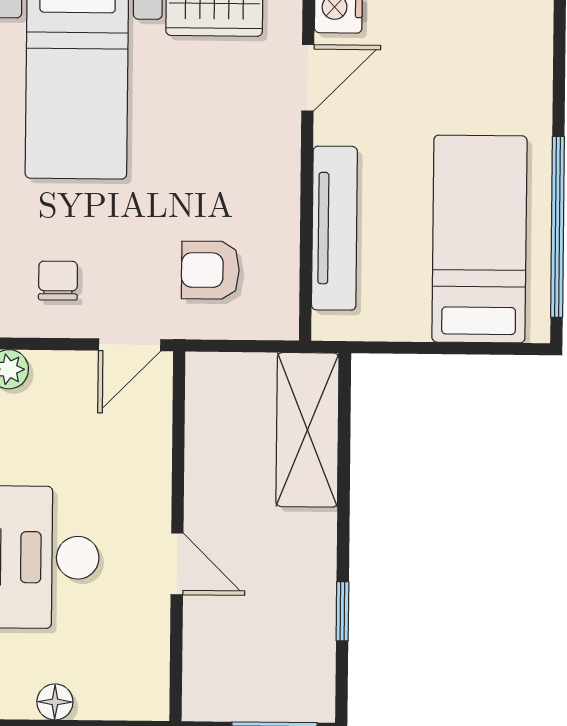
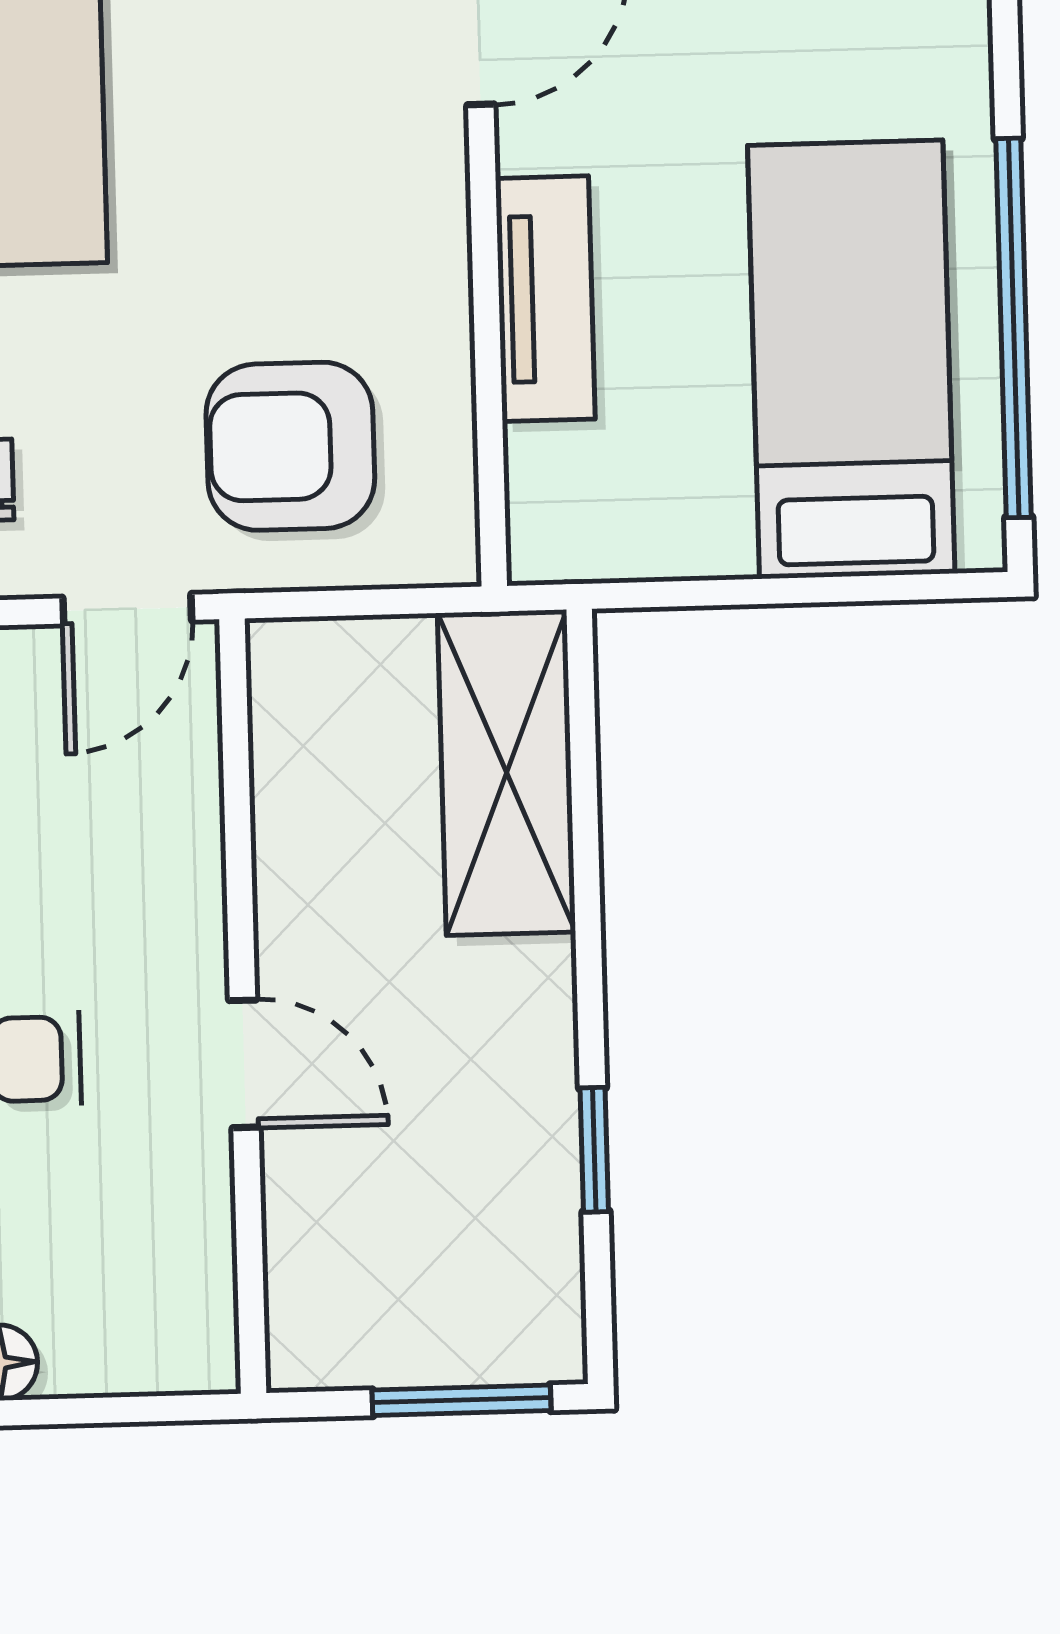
tv unit: (334, 228) -> (545, 299), width x0.71
armchair: (210, 270) -> (290, 446), width x1.38, depth x1.38

